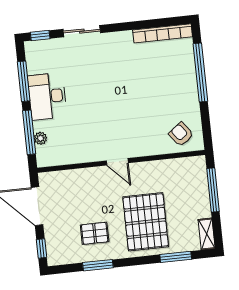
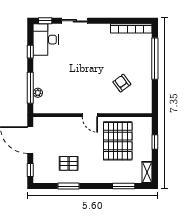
window: (24, 81) -> (30, 52), width x0.46
desk: (47, 96) -> (46, 40), moved
armchair: (181, 134) -> (122, 83), moved
window: (213, 190) -> (155, 142), width x0.46
pallet: (146, 222) -> (118, 141), moved

